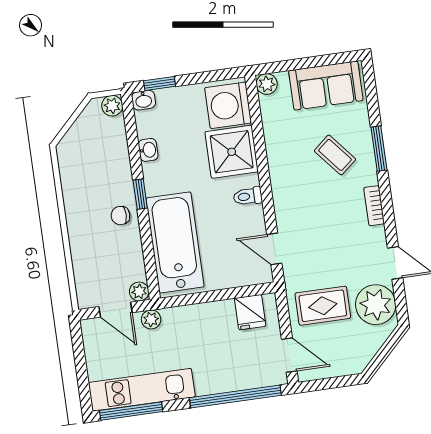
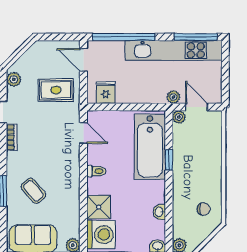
shower: (232, 152) -> (99, 207), width x0.73, depth x0.73
window: (140, 194) -> (169, 160), moved
bookcase: (374, 206) -> (12, 137), moved
chair: (120, 216) -> (204, 209), moved
plant: (376, 305) -> (14, 79), width x0.53, depth x0.53
kitchen unit: (142, 390) -> (173, 50), width x1.36

